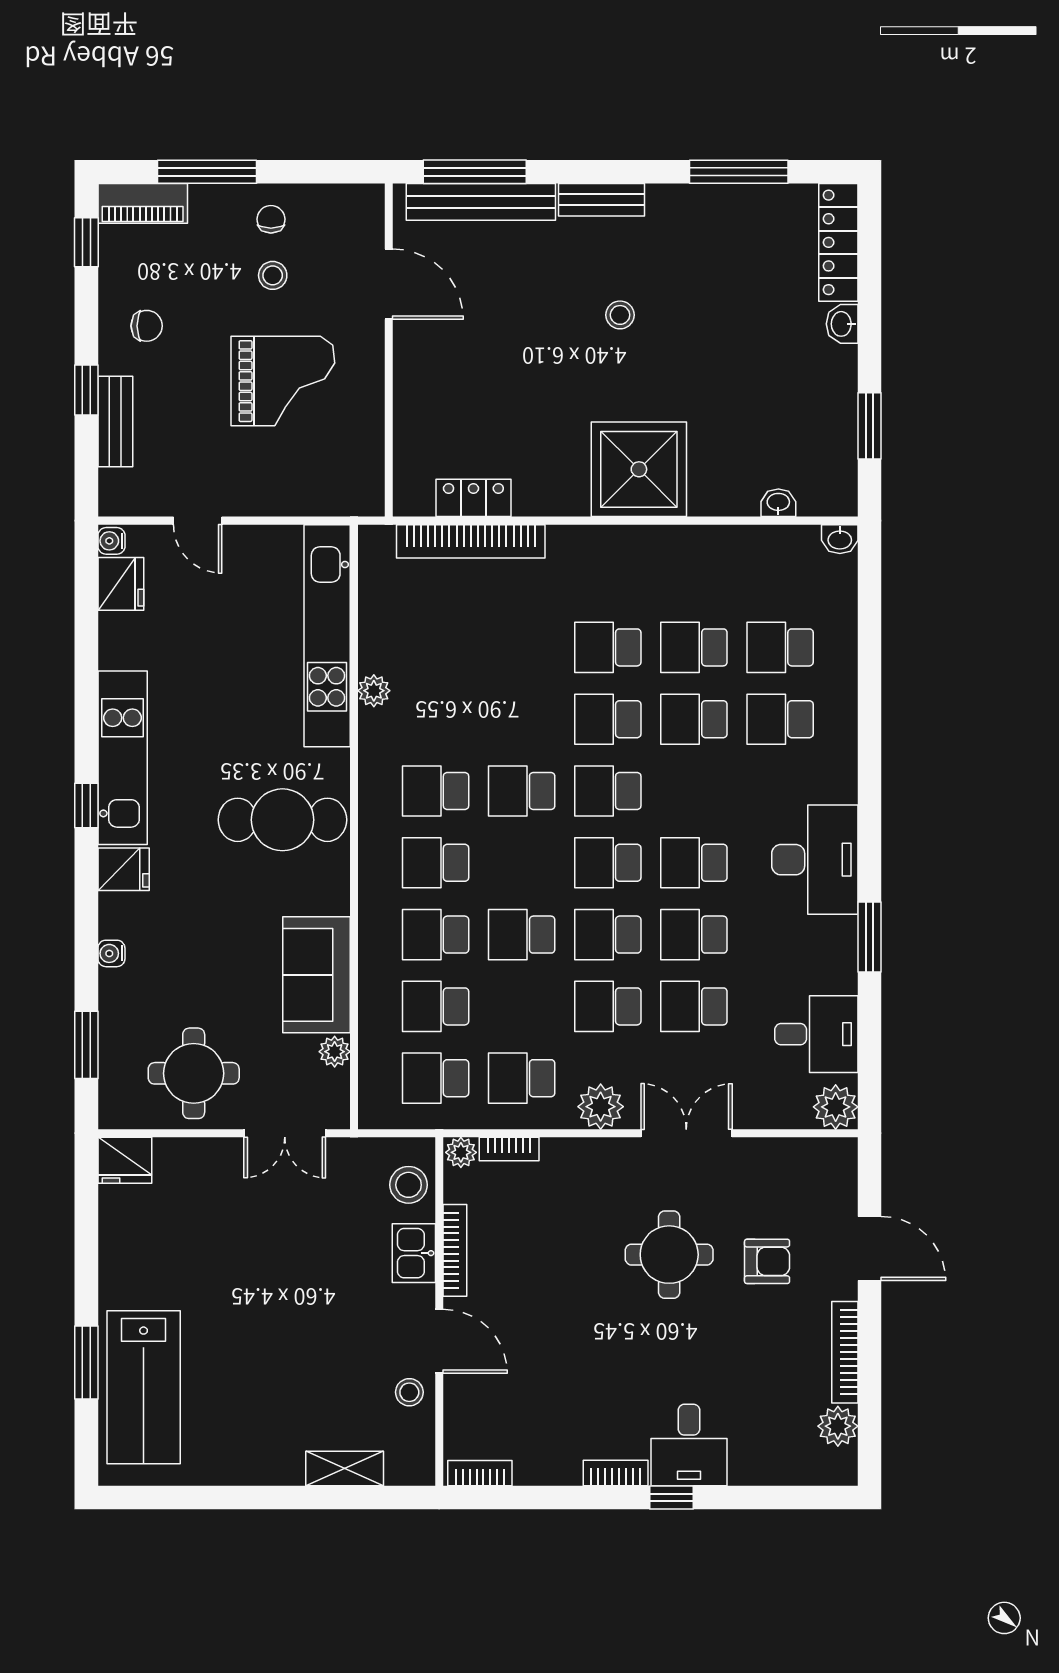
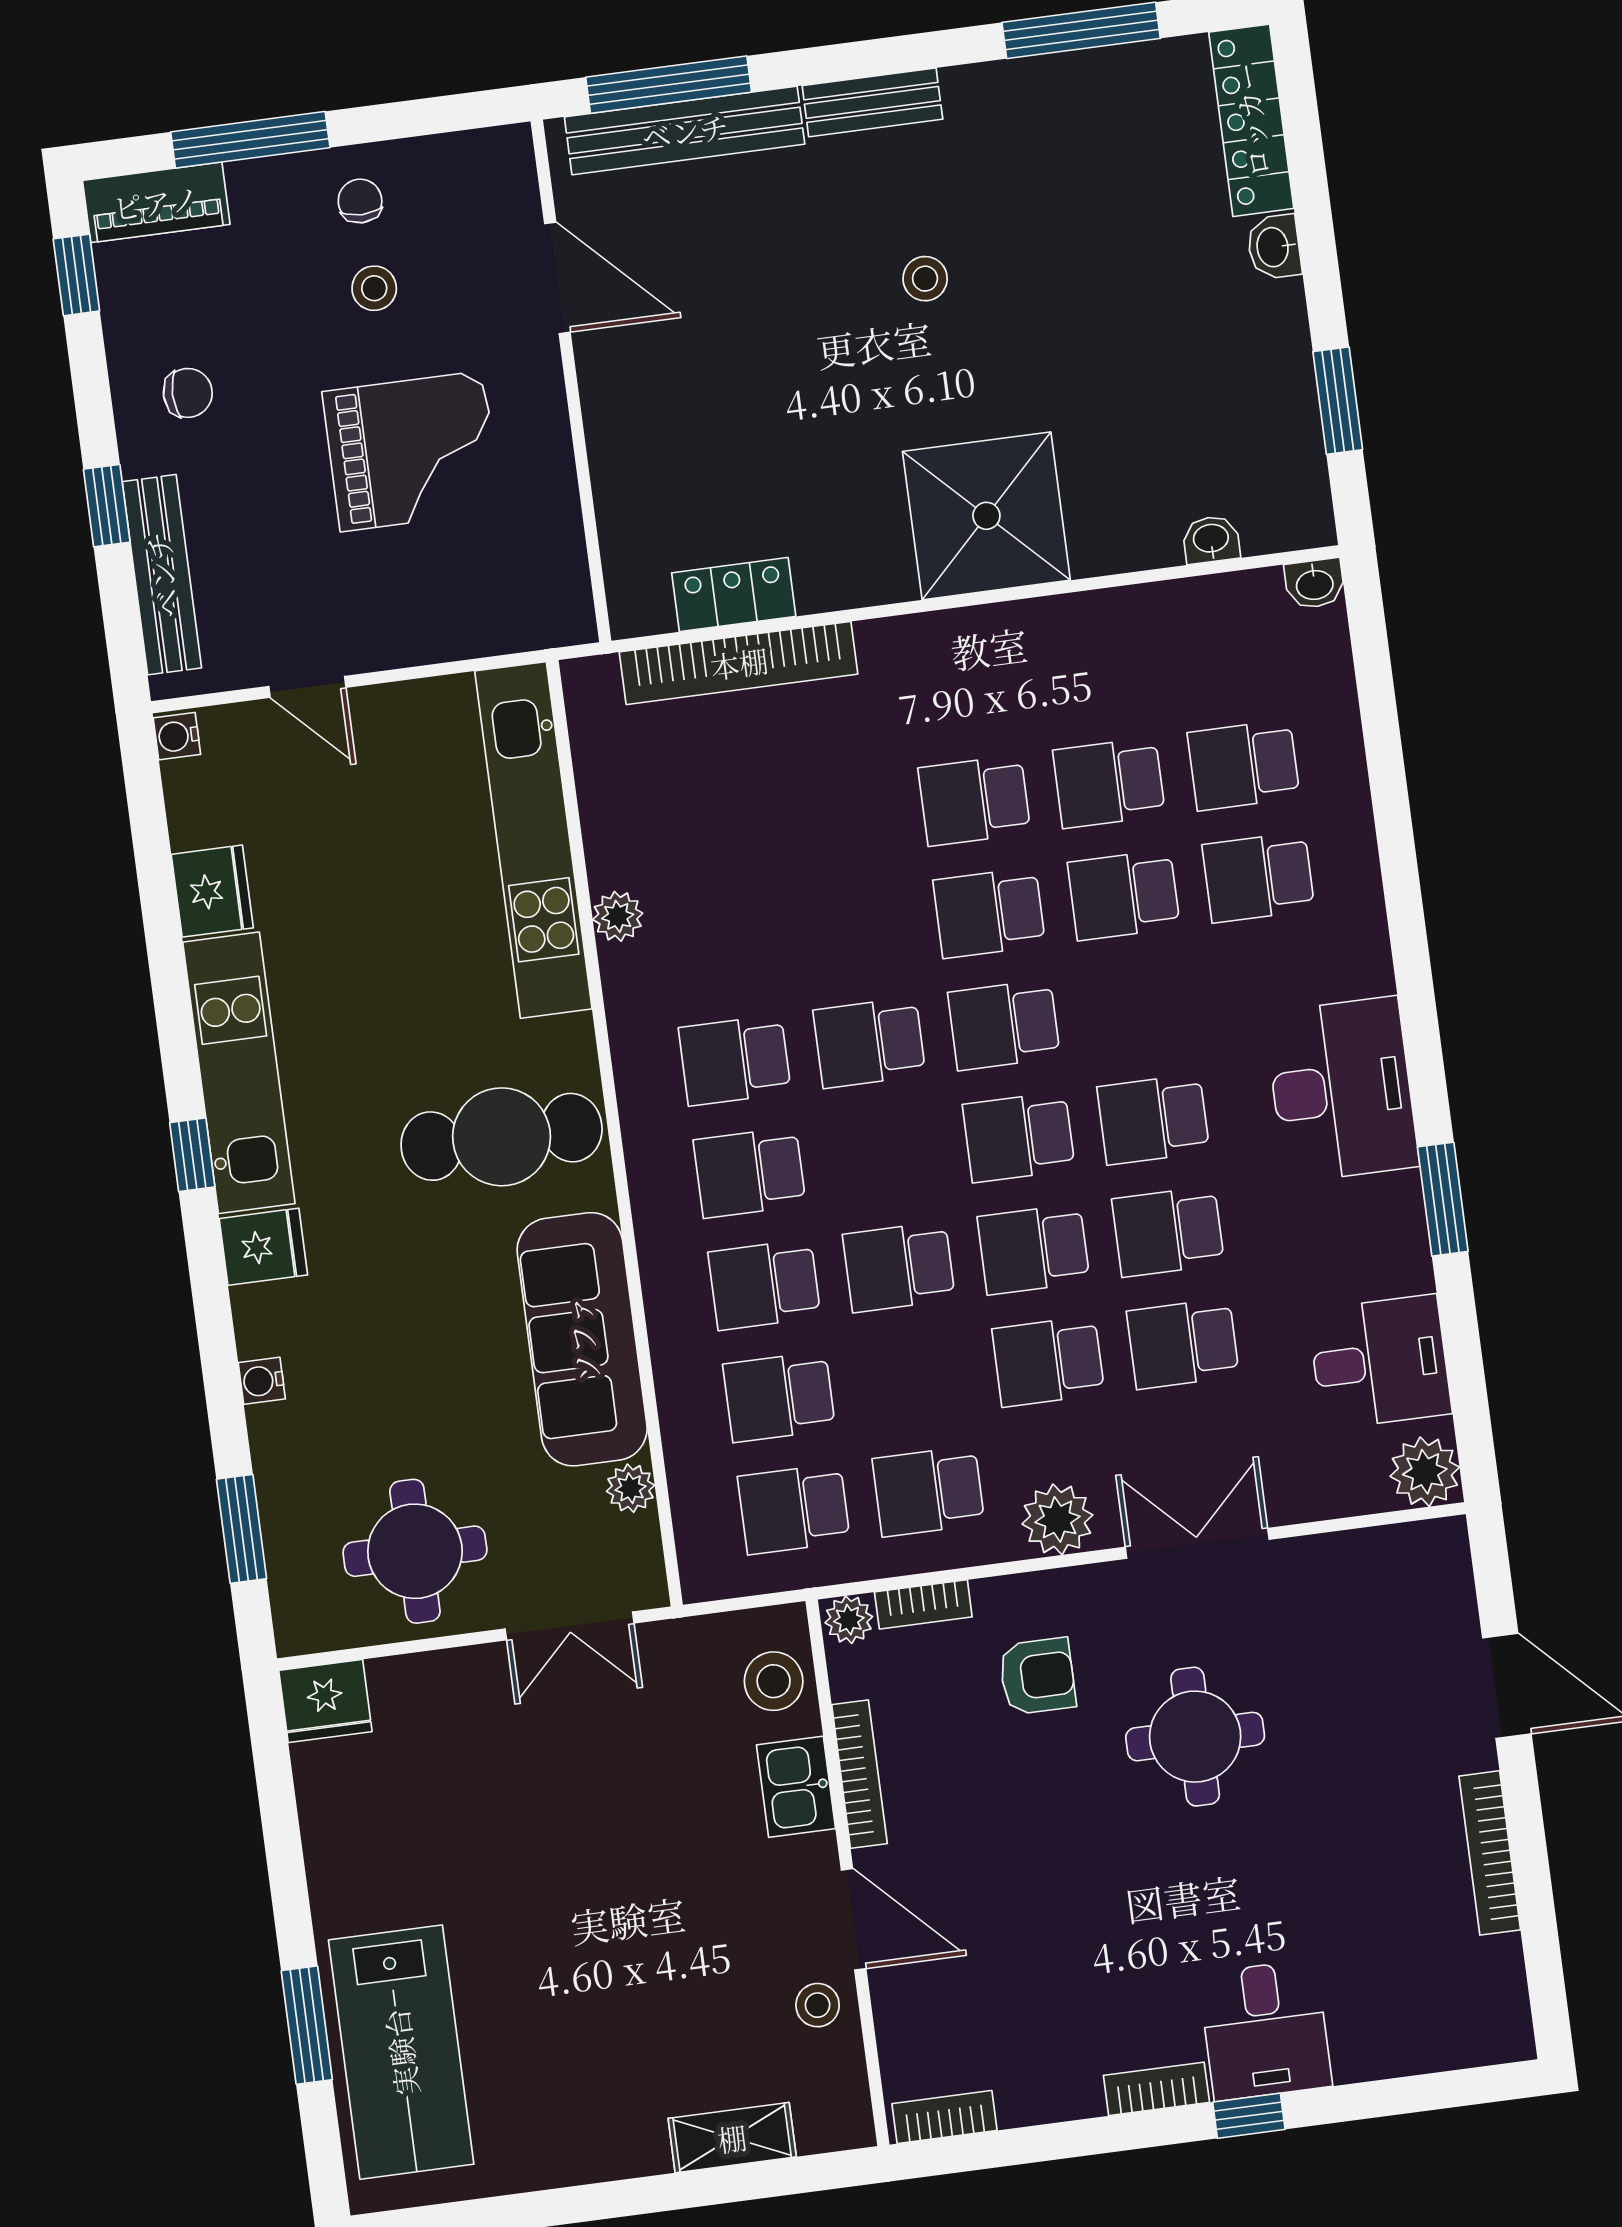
bench: (115, 422) -> (162, 575), width x1.36
fridge: (121, 584) -> (212, 891), moved
sofa: (316, 975) -> (582, 1339), width x1.36
armchair: (767, 1261) -> (1037, 1676), moved
plant: (838, 1426) -> (1494, 1970), removed

